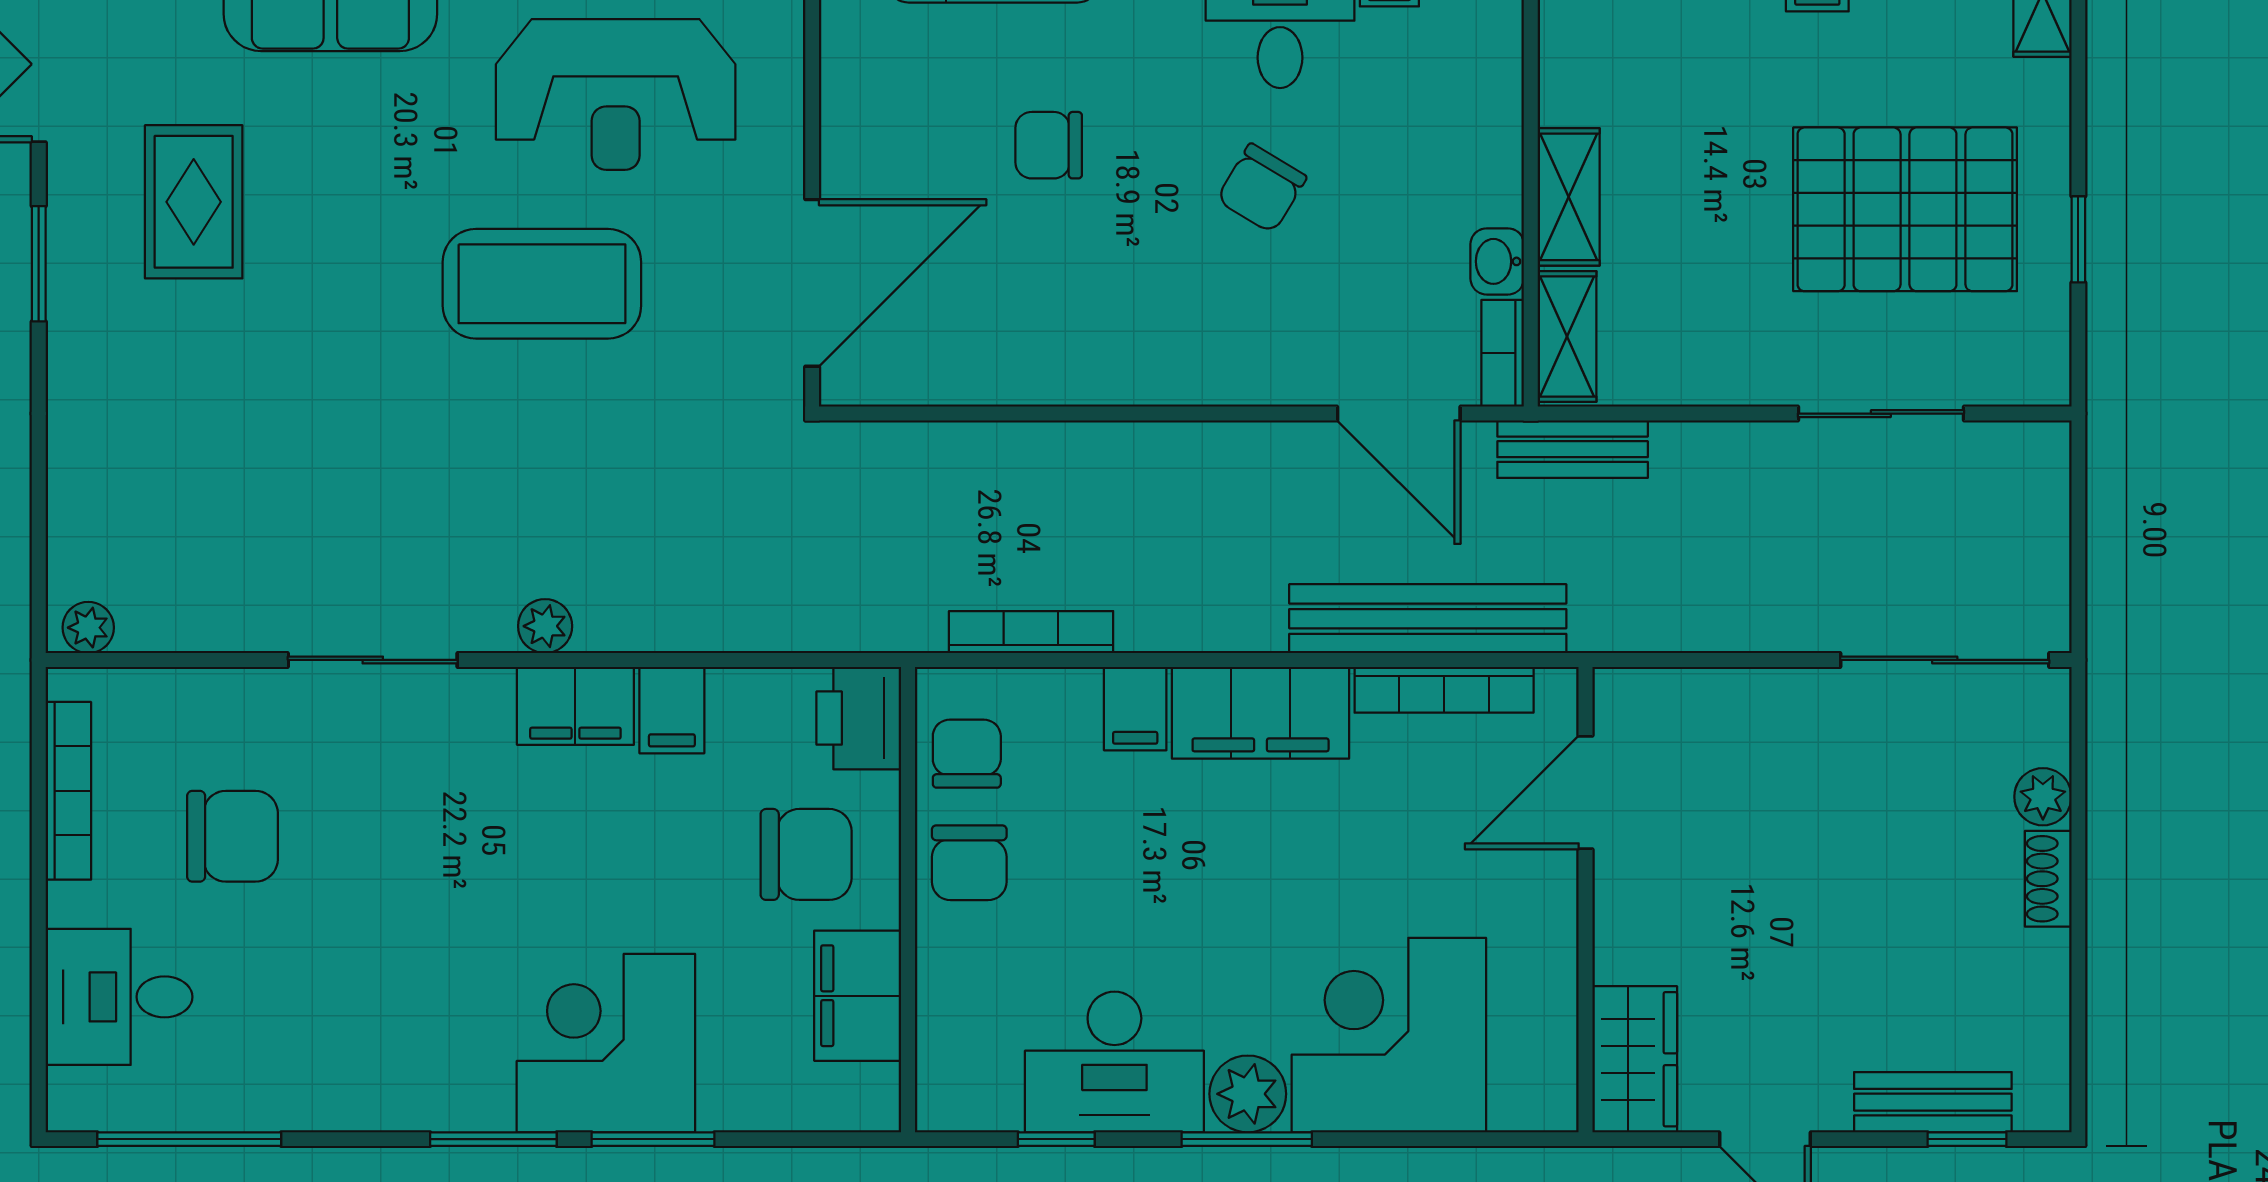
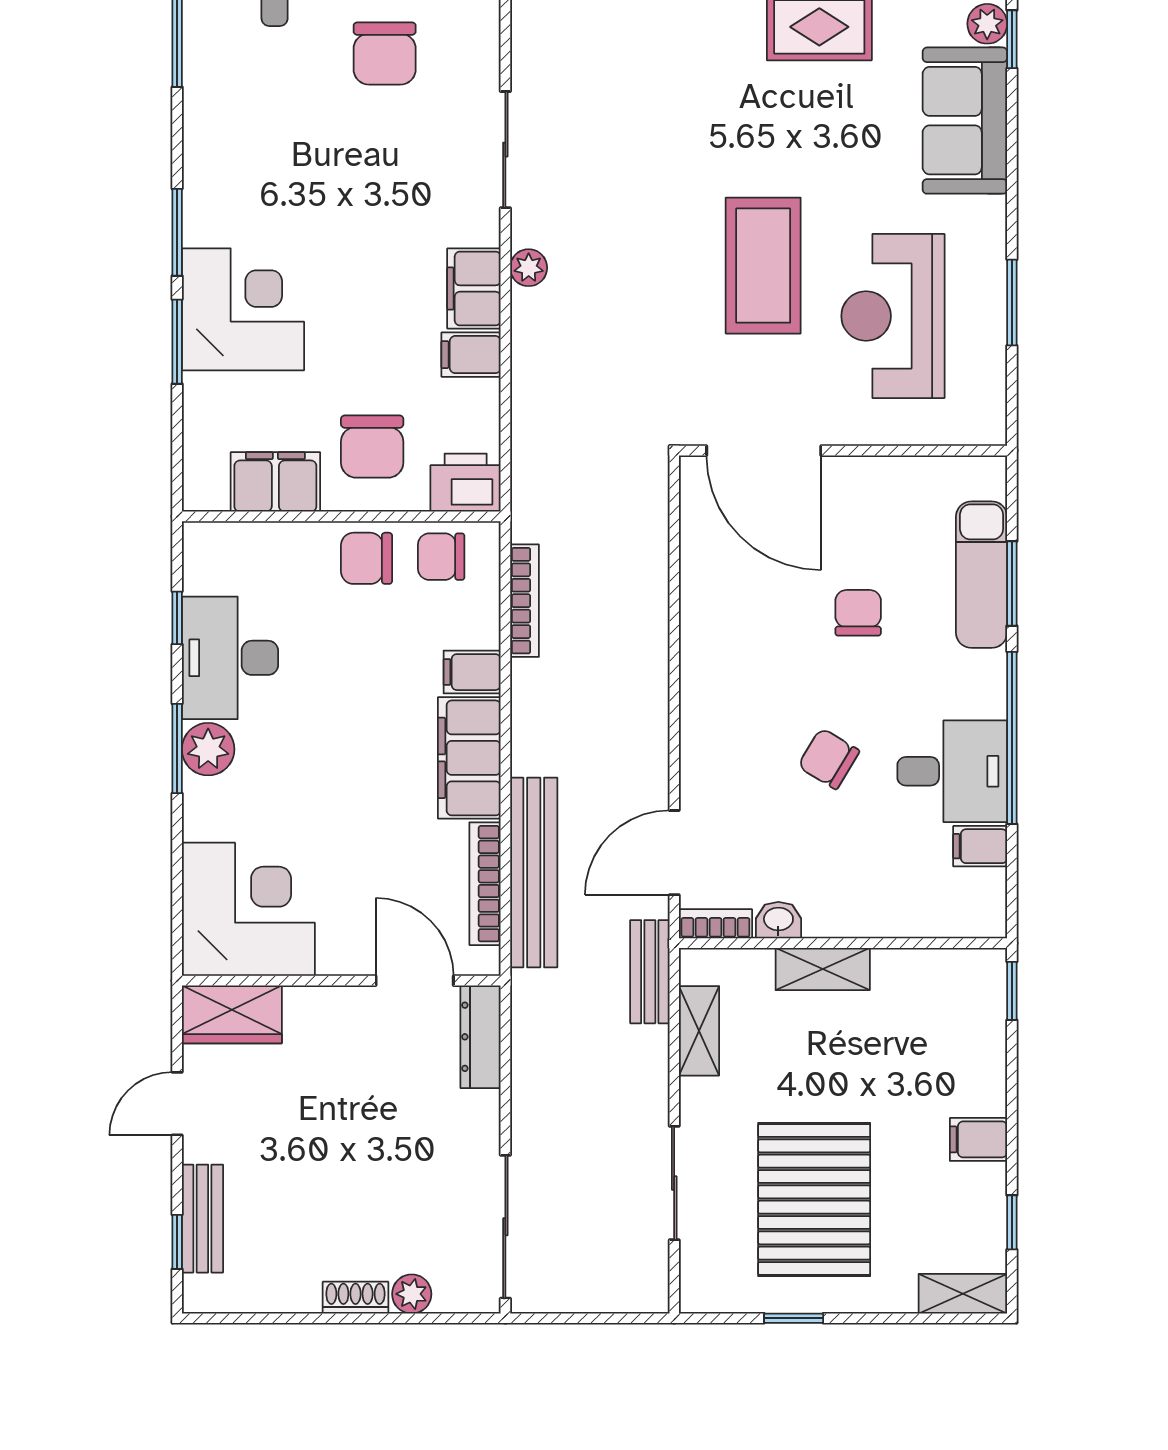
shelving: (1567, 336) -> (699, 1031), moved, turned 90
dresser: (1668, 696) -> (481, 1037), added
chair: (967, 754) -> (441, 557), turned 180
corner desk: (1389, 1035) -> (248, 909), moved

